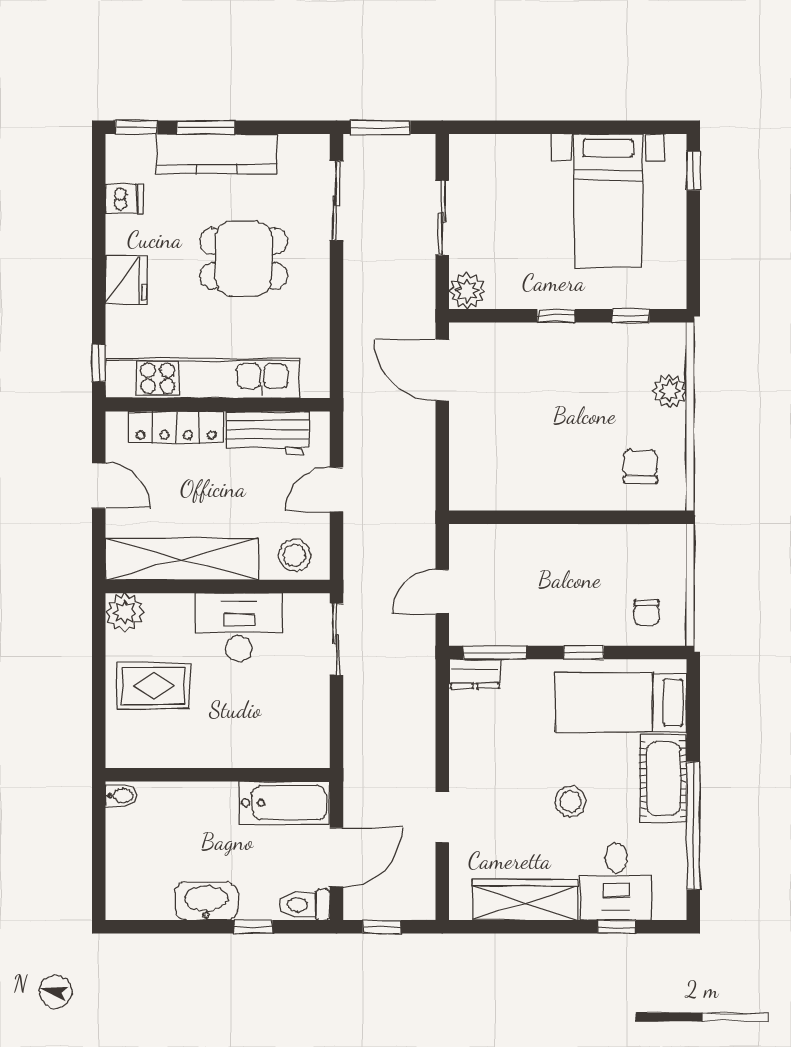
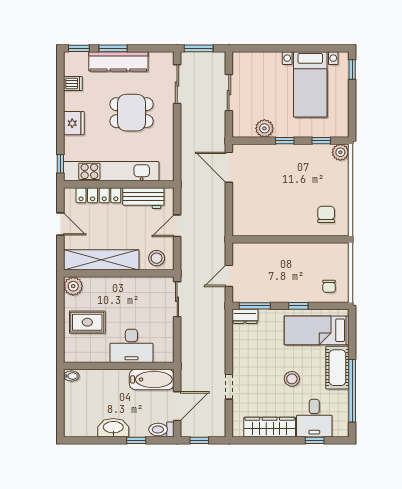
plant: (467, 291) -> (264, 128), moved
plant: (669, 391) -> (340, 152), moved
desk: (239, 627) -> (131, 346), moved, turned 180

